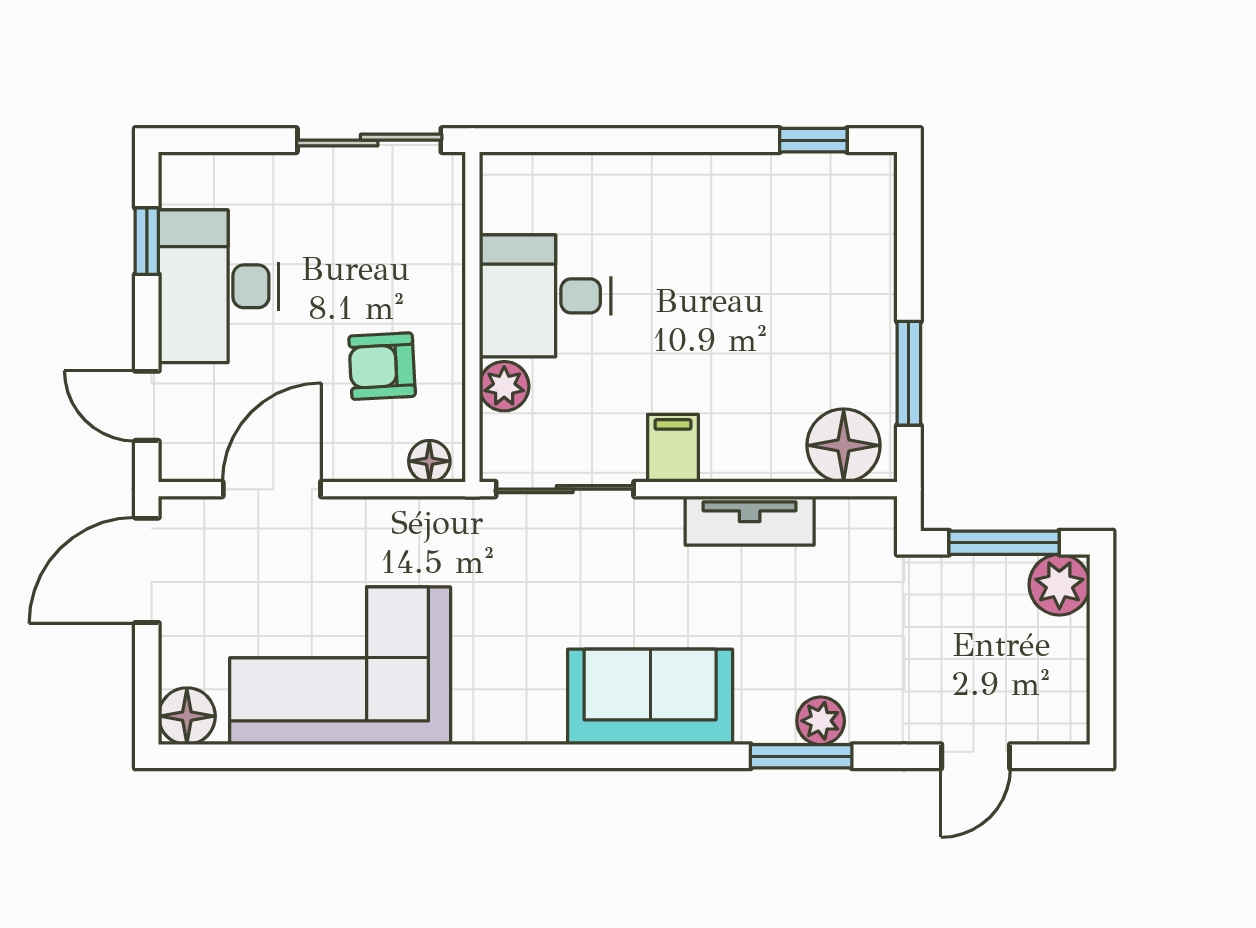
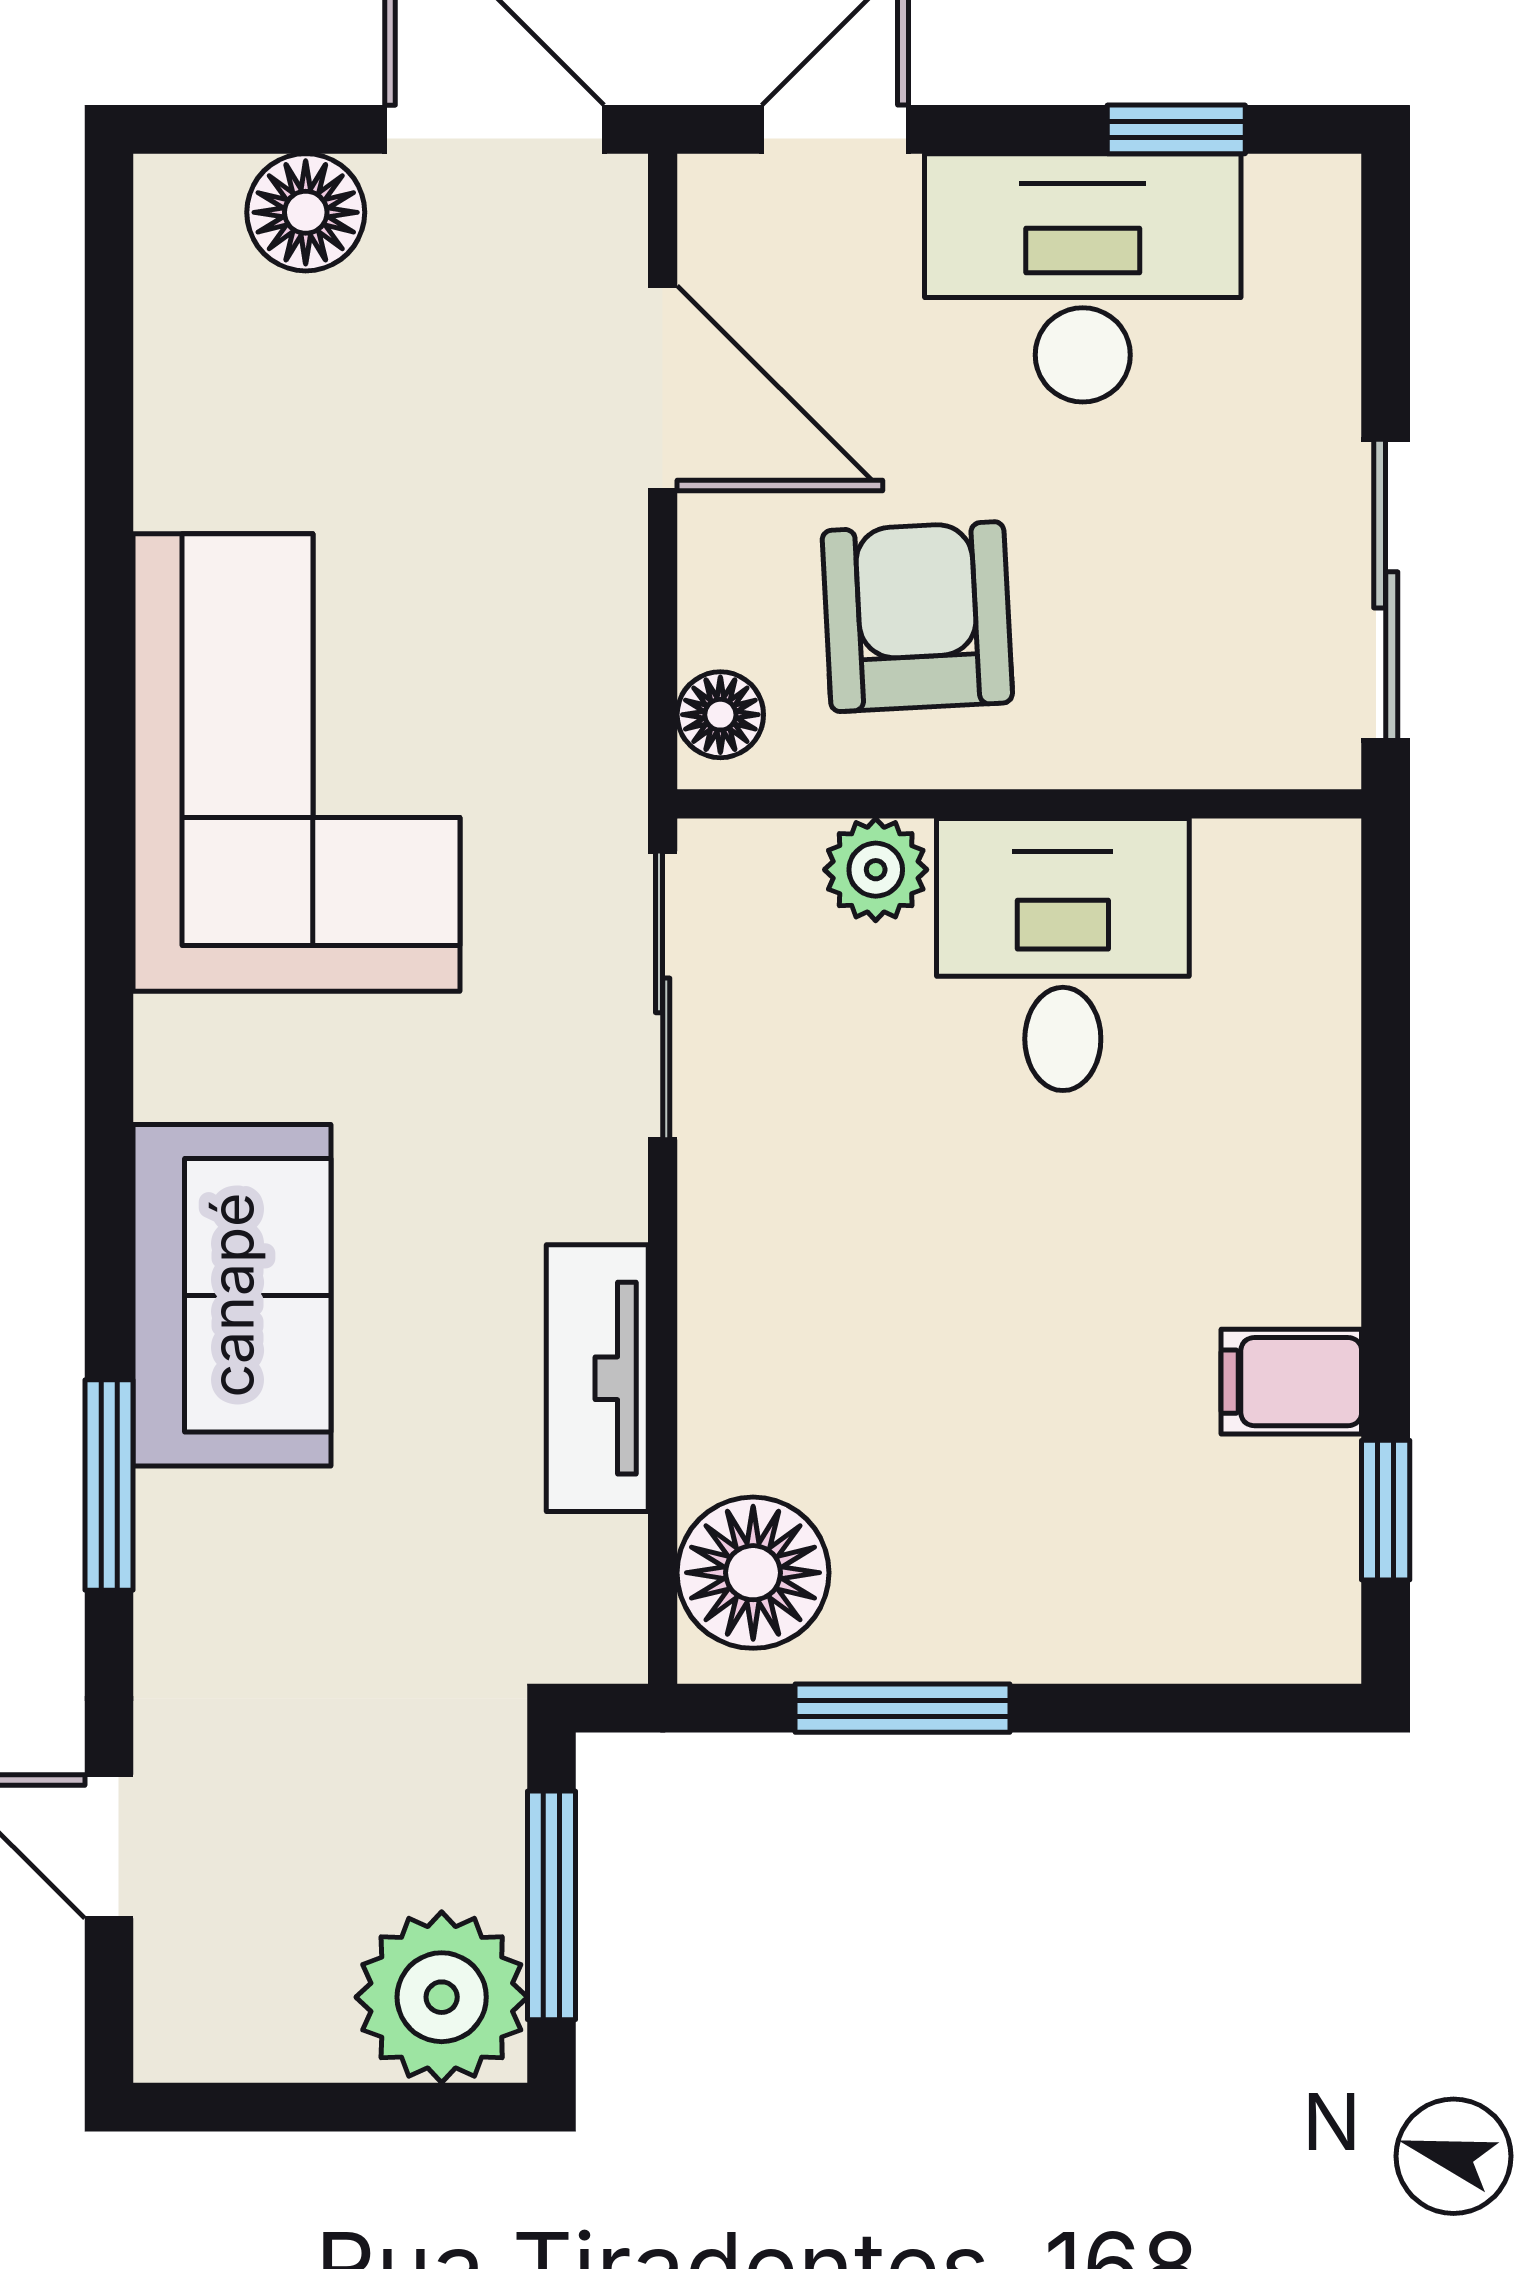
armchair: (382, 366) -> (917, 617), width x1.38, depth x1.38
filing cabinet: (673, 448) -> (1291, 1382), moved, turned 180
plant: (1059, 585) -> (442, 1997), width x1.36, depth x1.36
corner sofa: (340, 666) -> (297, 763), moved
sofa: (650, 697) -> (232, 1295), moved
floor lamp: (187, 716) -> (306, 212), moved
plant: (821, 721) -> (183, 1525), removed

